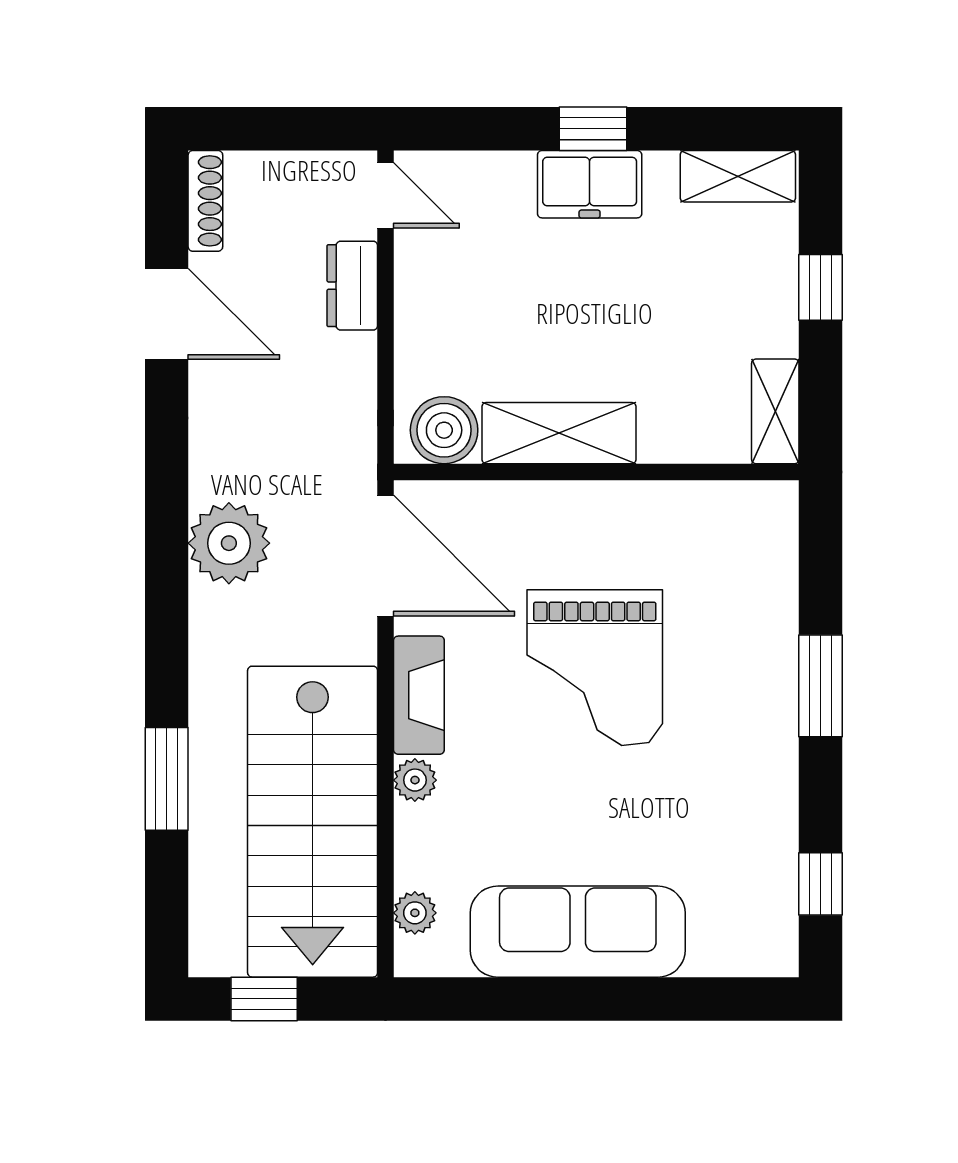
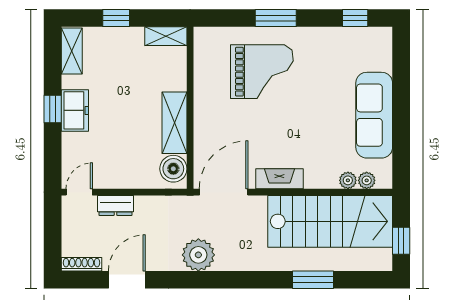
plant: (229, 543) -> (198, 255), moved
grand piano: (595, 668) -> (262, 72), moved
plant: (415, 780) -> (348, 180), moved

